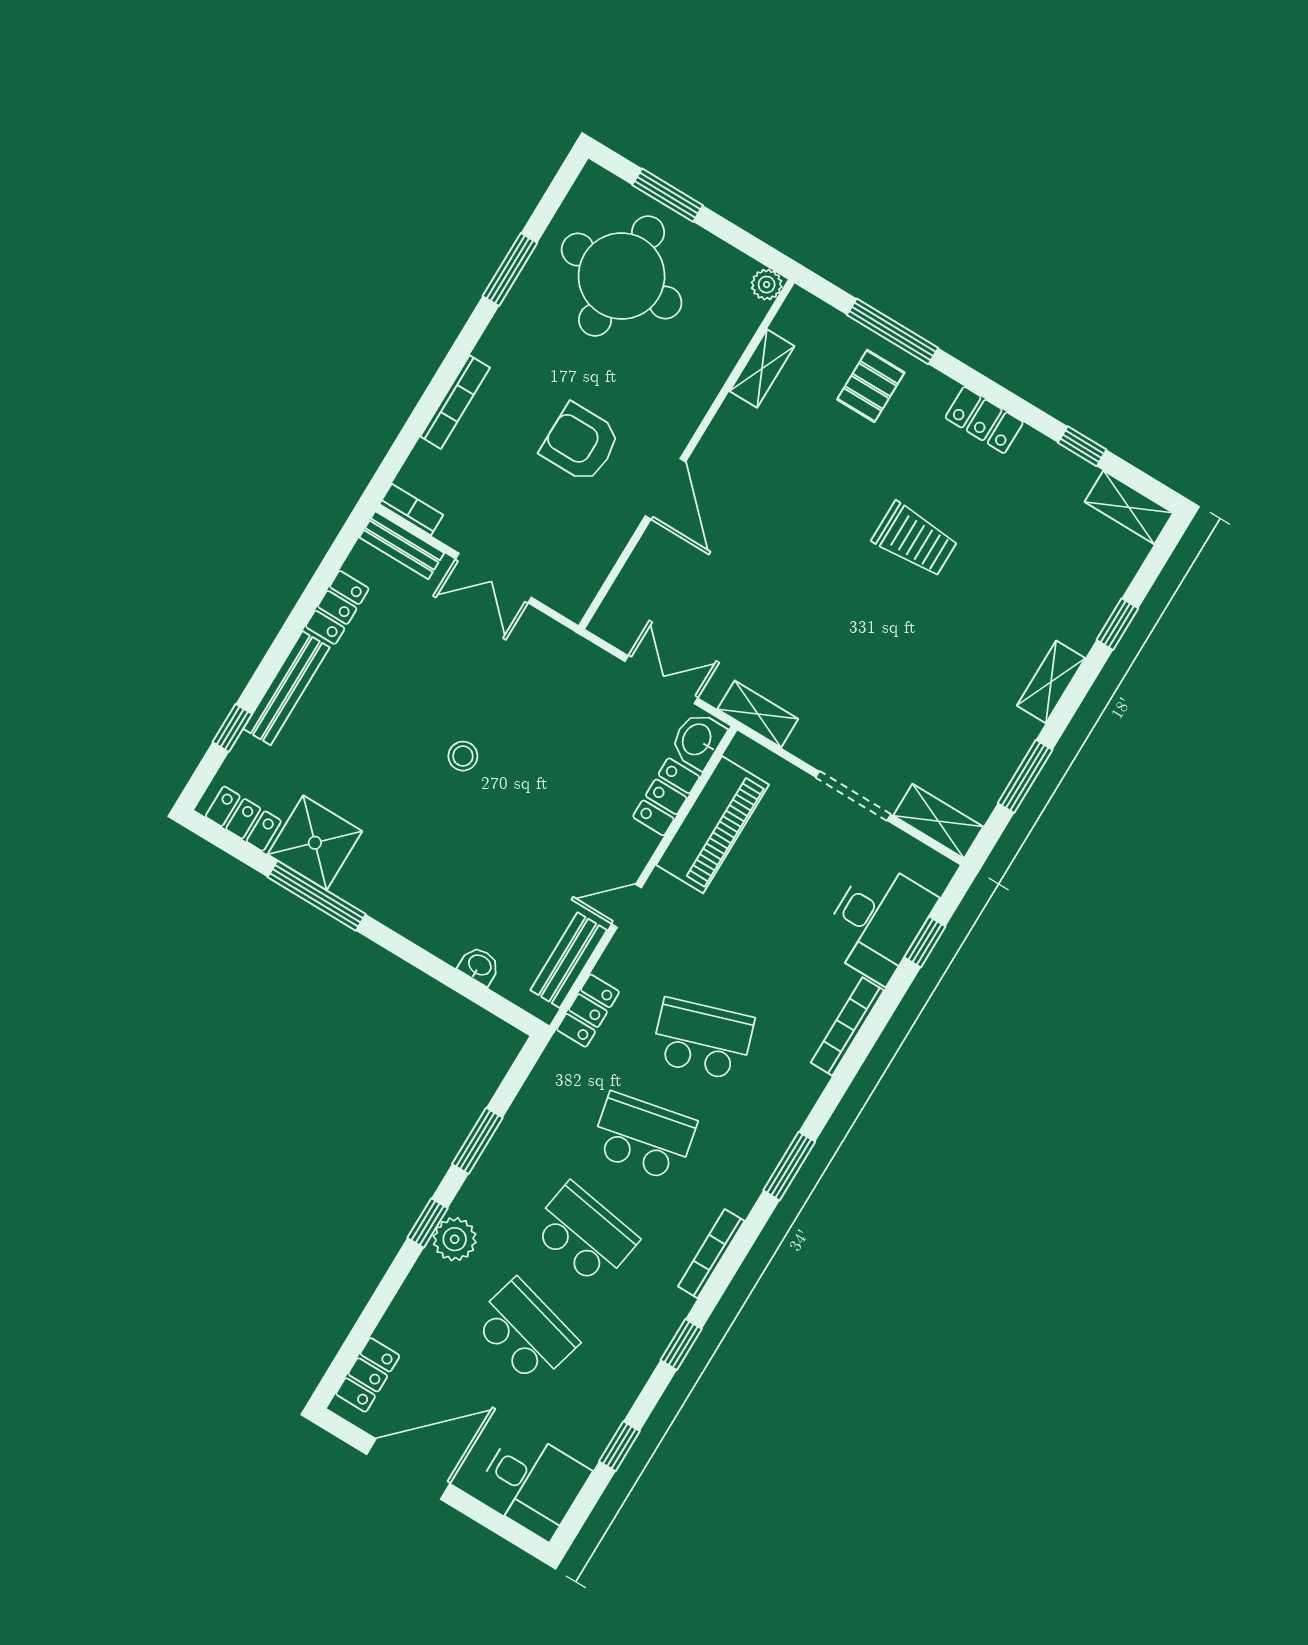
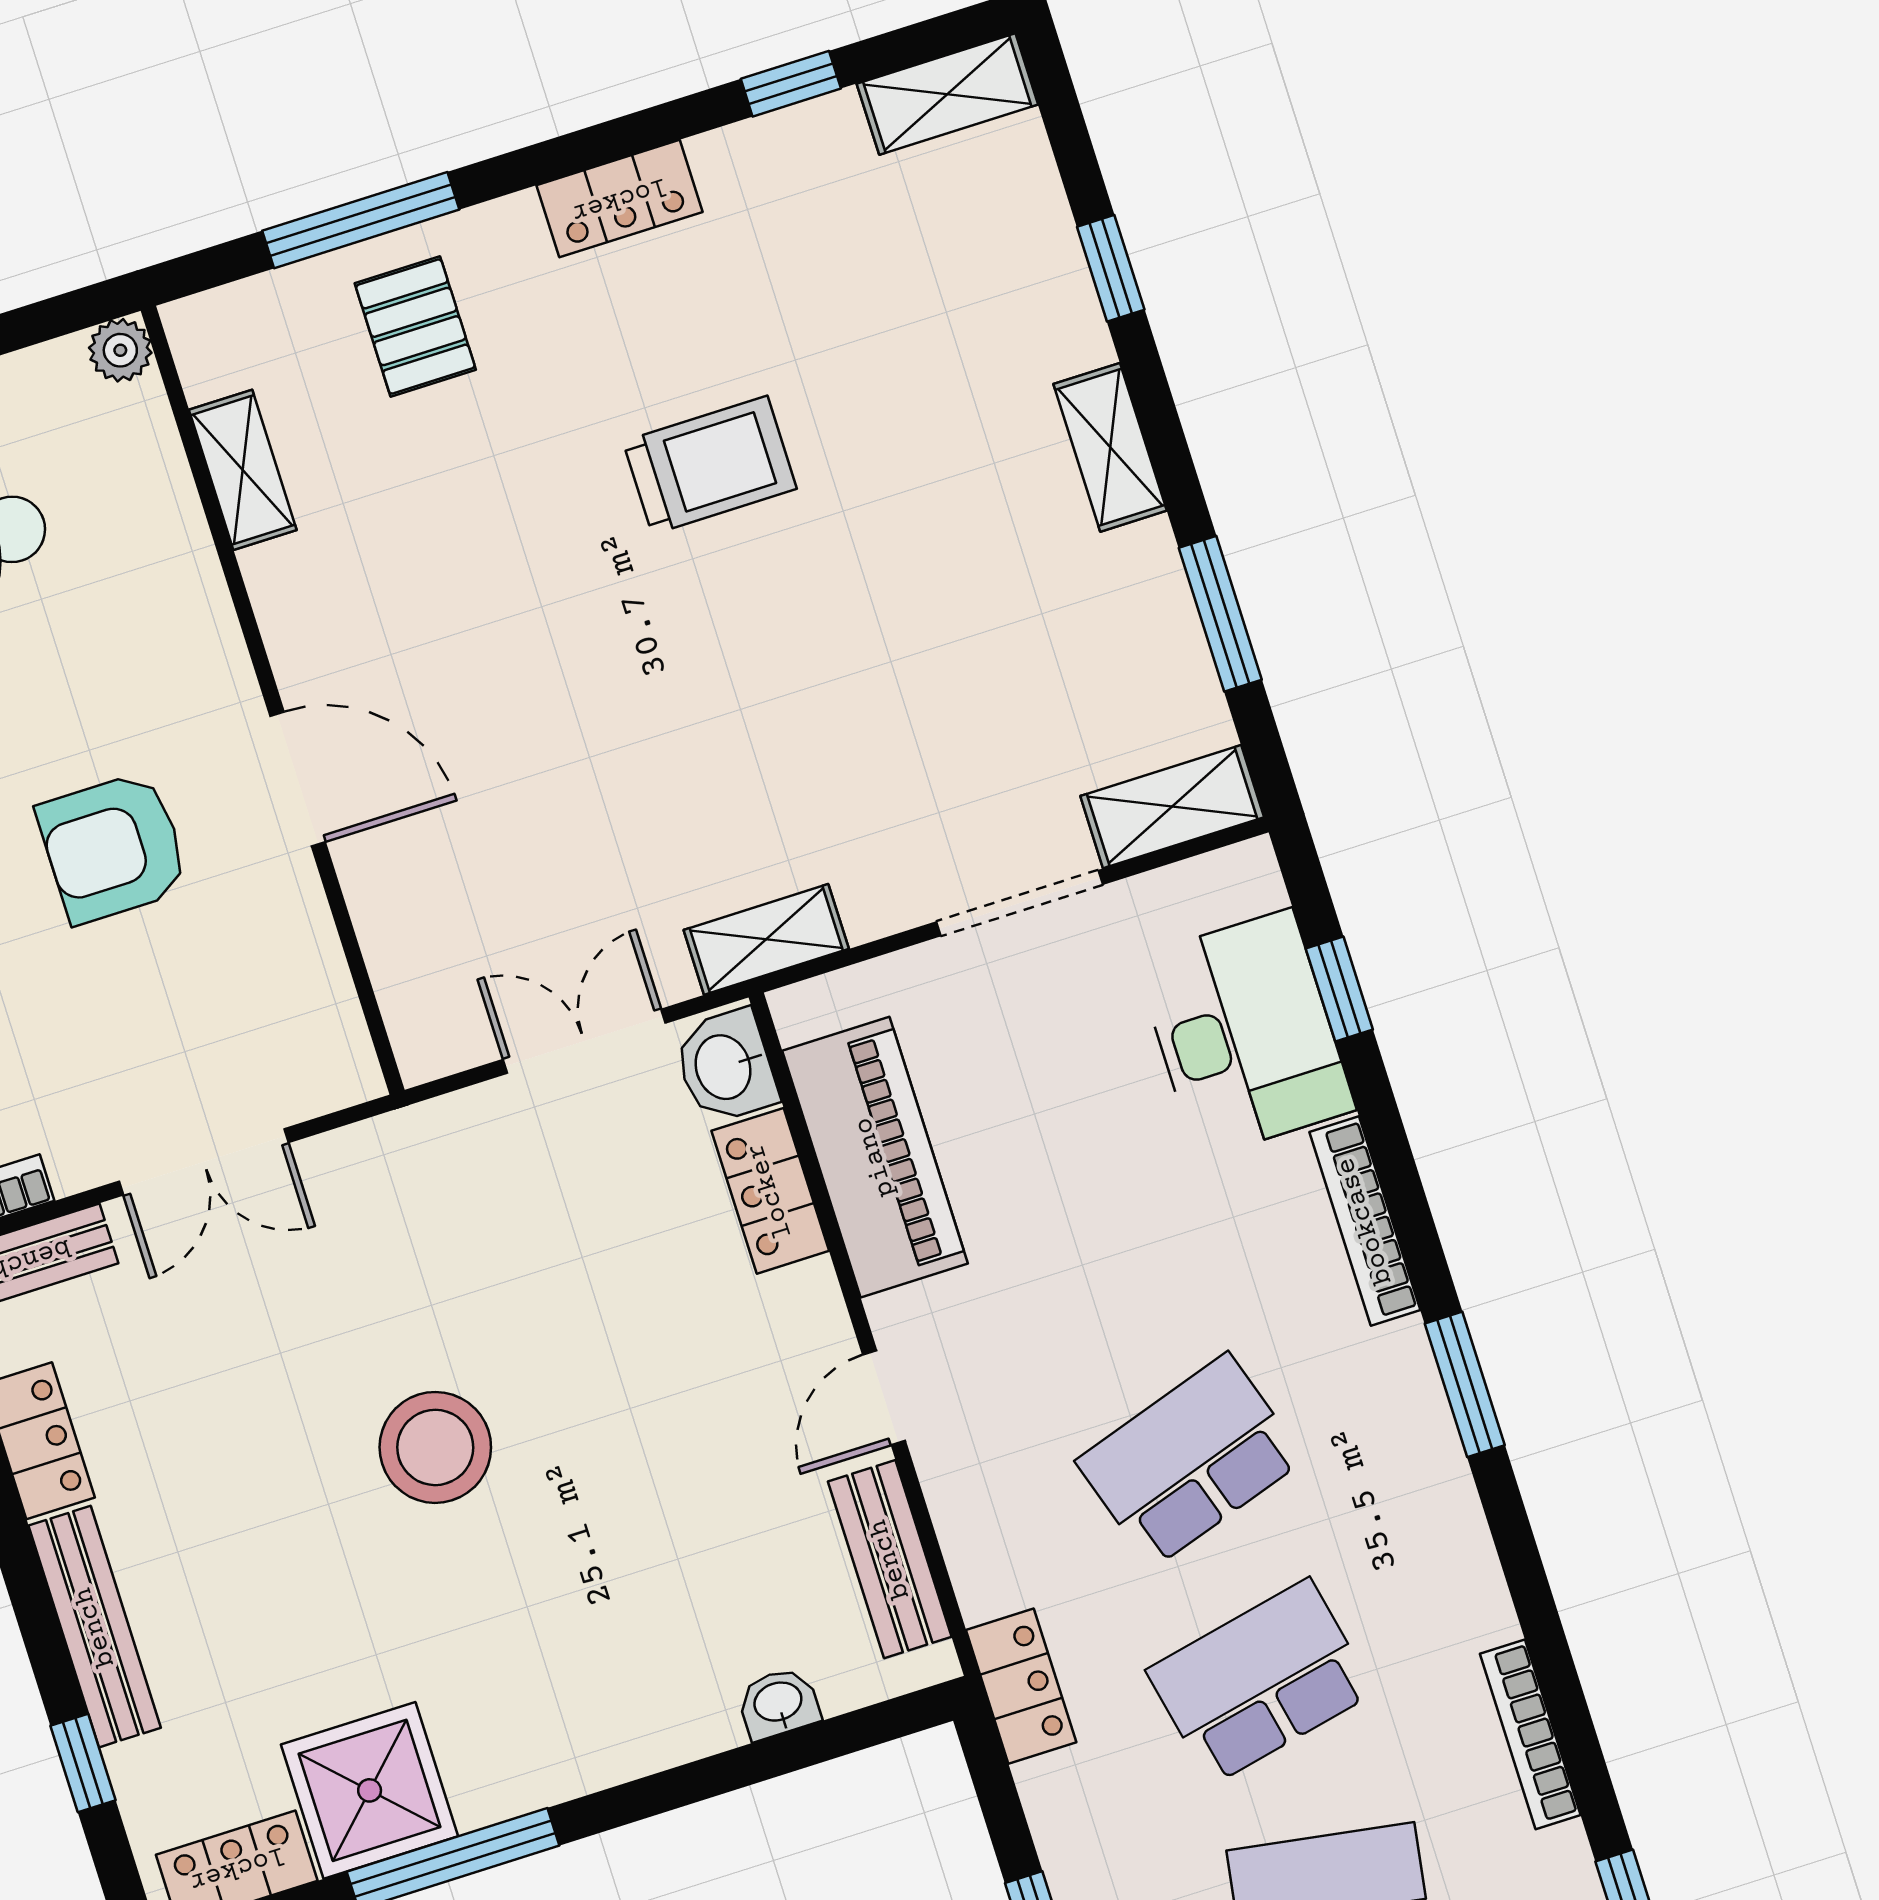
stool: (463, 756) -> (435, 1447), width x1.89, depth x1.89
locker: (588, 1011) -> (1021, 1686), moved
window: (789, 1166) -> (1465, 1384), moved

